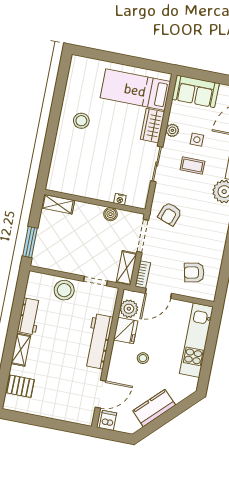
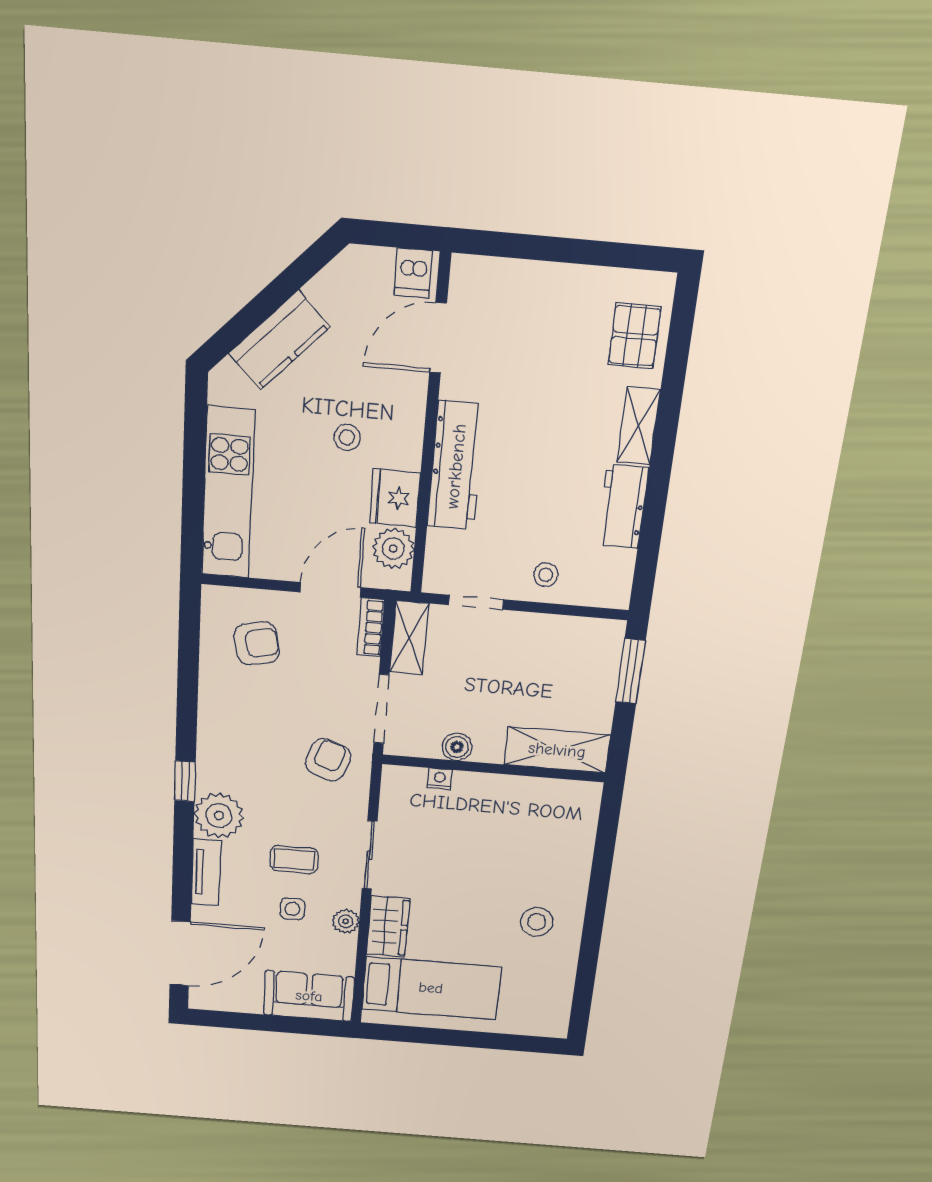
shelving: (58, 204) -> (557, 750), width x1.50, depth x1.33
stool: (64, 290) -> (546, 575), width x0.53, depth x0.53
pallet: (20, 386) -> (634, 336), turned 90
kitchen counter: (154, 408) -> (279, 340), moved

